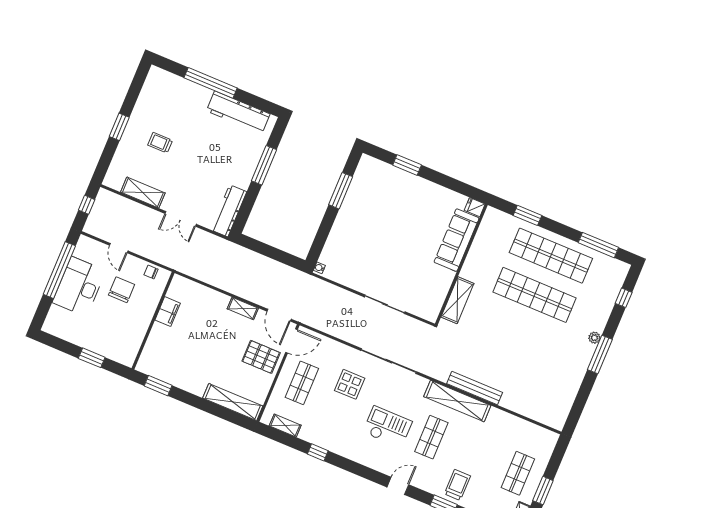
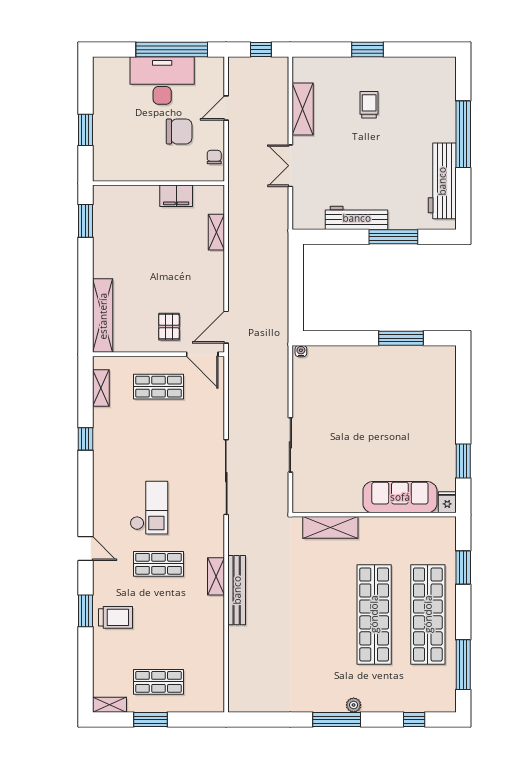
window: (407, 165) -> (463, 461), moved
workbench: (229, 211) -> (357, 218), moved
shelving: (243, 308) -> (216, 232), moved
pallet: (261, 357) -> (169, 327), width x0.67, depth x0.71
display table: (350, 384) -> (180, 443), removed
shelving: (457, 401) -> (216, 576), width x0.45, depth x0.75

